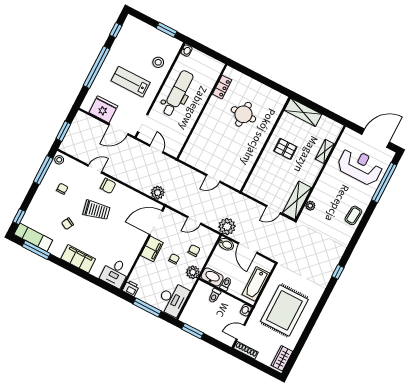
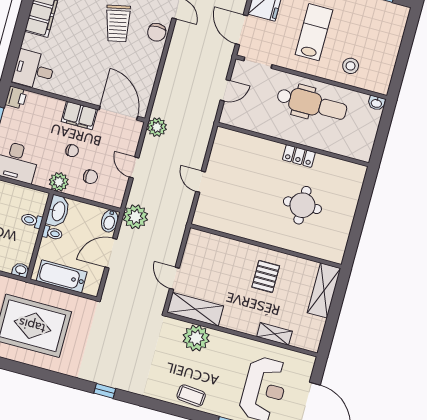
window: (167, 30) -> (400, 68), removed
locker: (222, 87) -> (299, 156), moved
plant: (158, 193) -> (157, 127), moved
plant: (310, 206) -> (196, 338), width x1.87, depth x1.87

